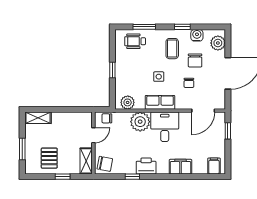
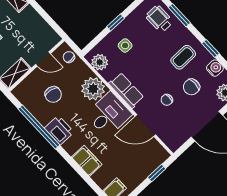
side table: (159, 77) -> (125, 45), moved
door: (203, 111) -> (145, 126), moved
chair: (105, 164) -> (53, 94), moved
window: (132, 177) -> (39, 127), width x3.17

